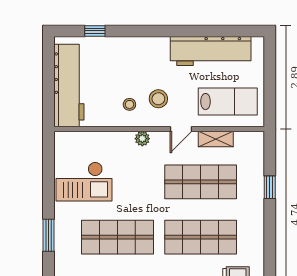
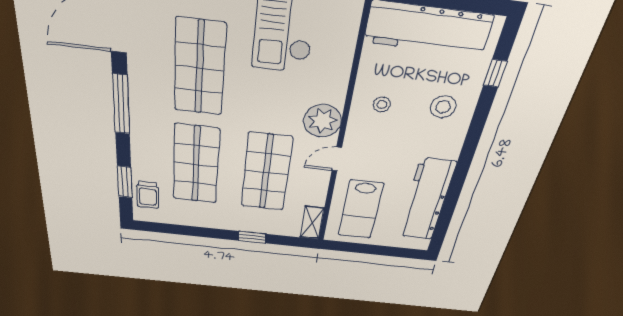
stool: (158, 99) -> (443, 107), moved
door: (181, 129) -> (337, 159), hinge flipped
plant: (142, 139) -> (322, 121), width x1.87, depth x1.87
shelving: (216, 139) -> (312, 223), moved

